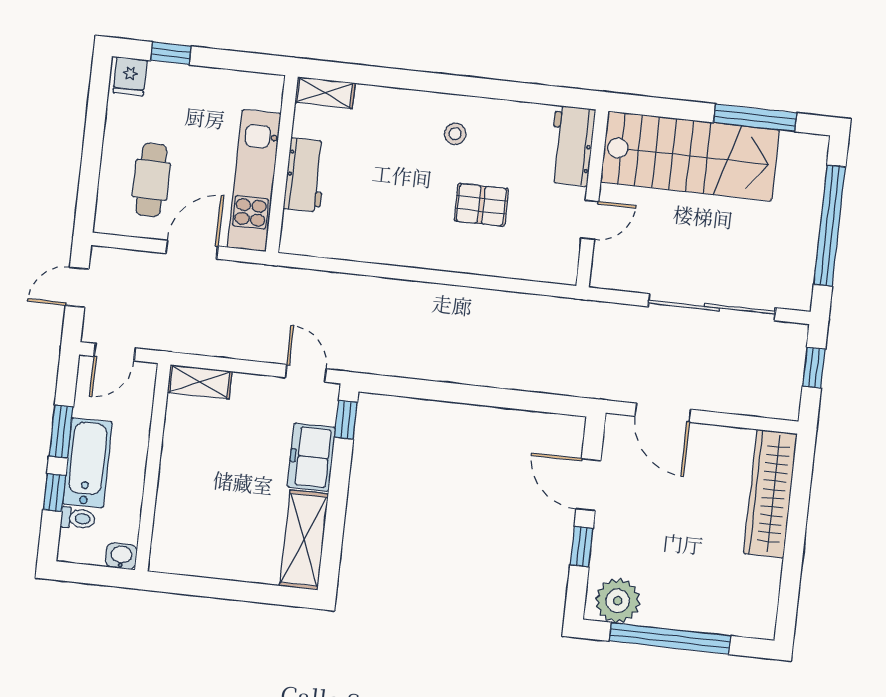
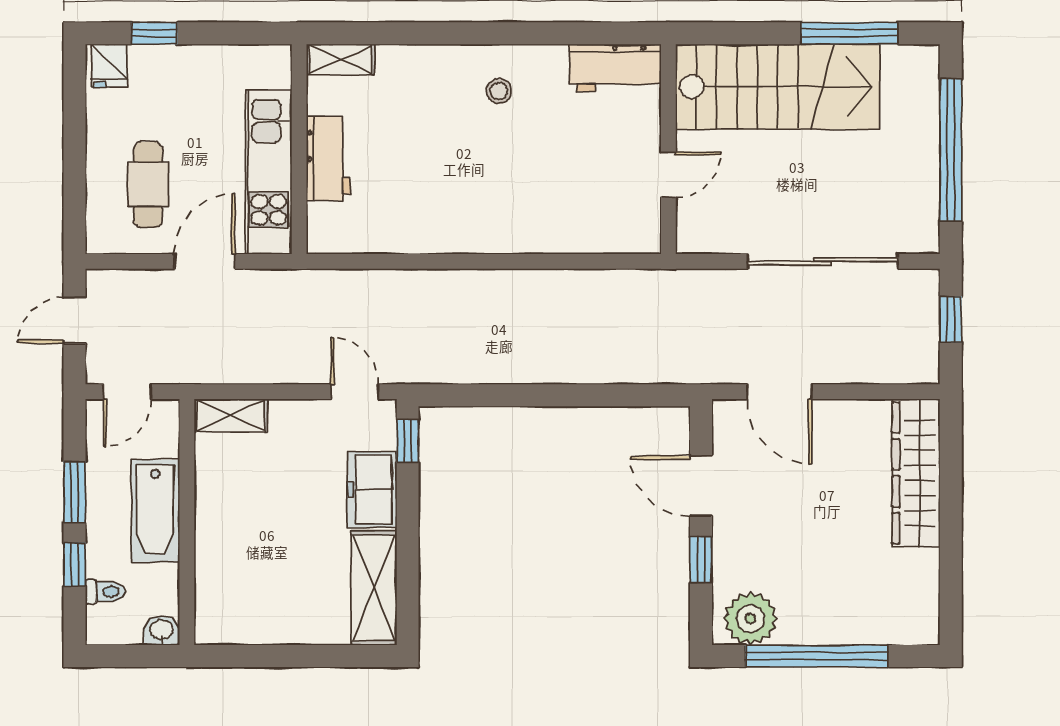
workbench: (572, 146) -> (615, 68), moved, turned -90
pallet: (481, 205) -> (539, 171), removed
bathtub: (87, 463) -> (155, 511), moved, turned 180

